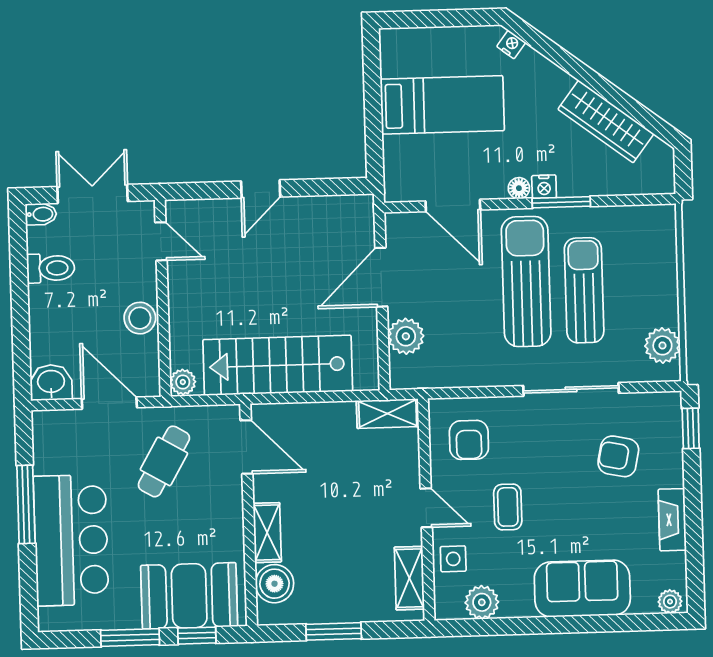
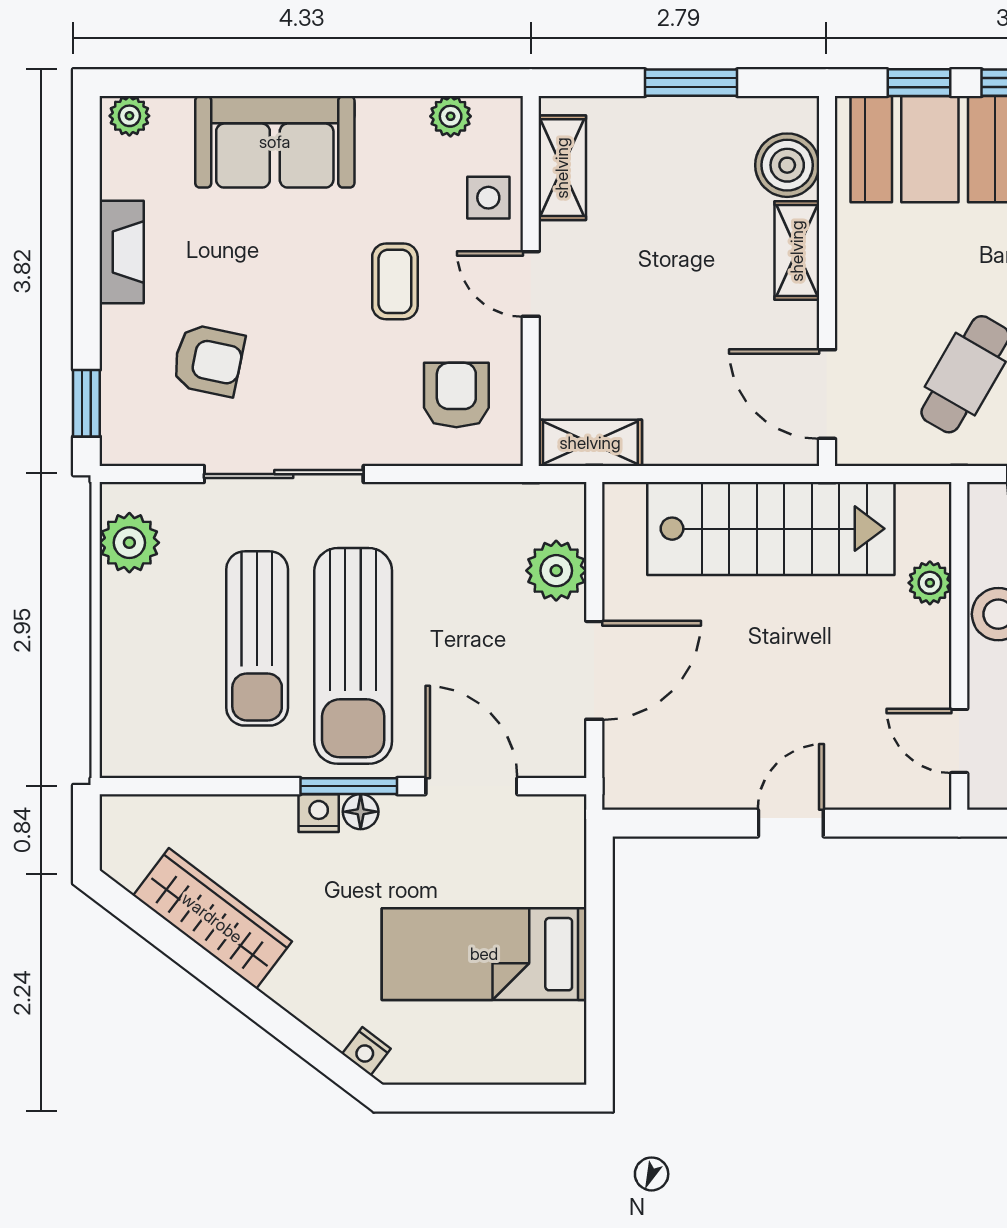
window: (561, 202) -> (349, 786), moved
plant: (183, 382) -> (930, 583), moved
plant: (482, 602) -> (451, 116), width x0.73, depth x0.73

